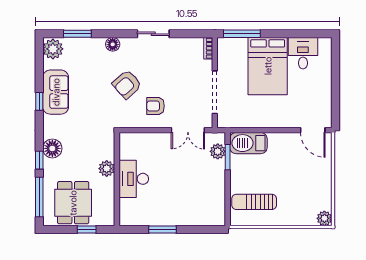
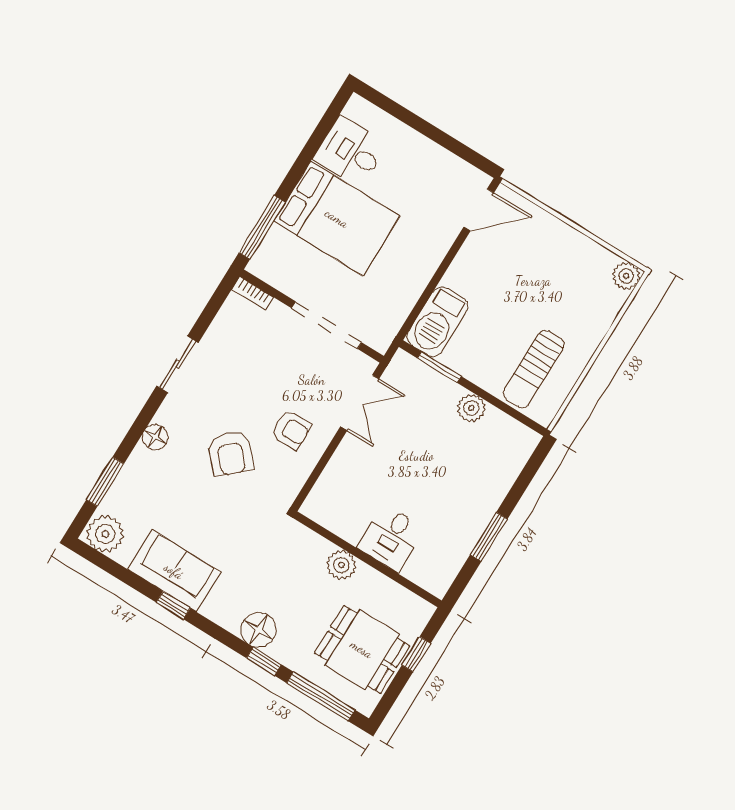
armchair: (156, 106) -> (291, 430), turned -90
plant: (218, 151) -> (471, 408), moved
desk: (134, 179) -> (391, 538), width x0.73

